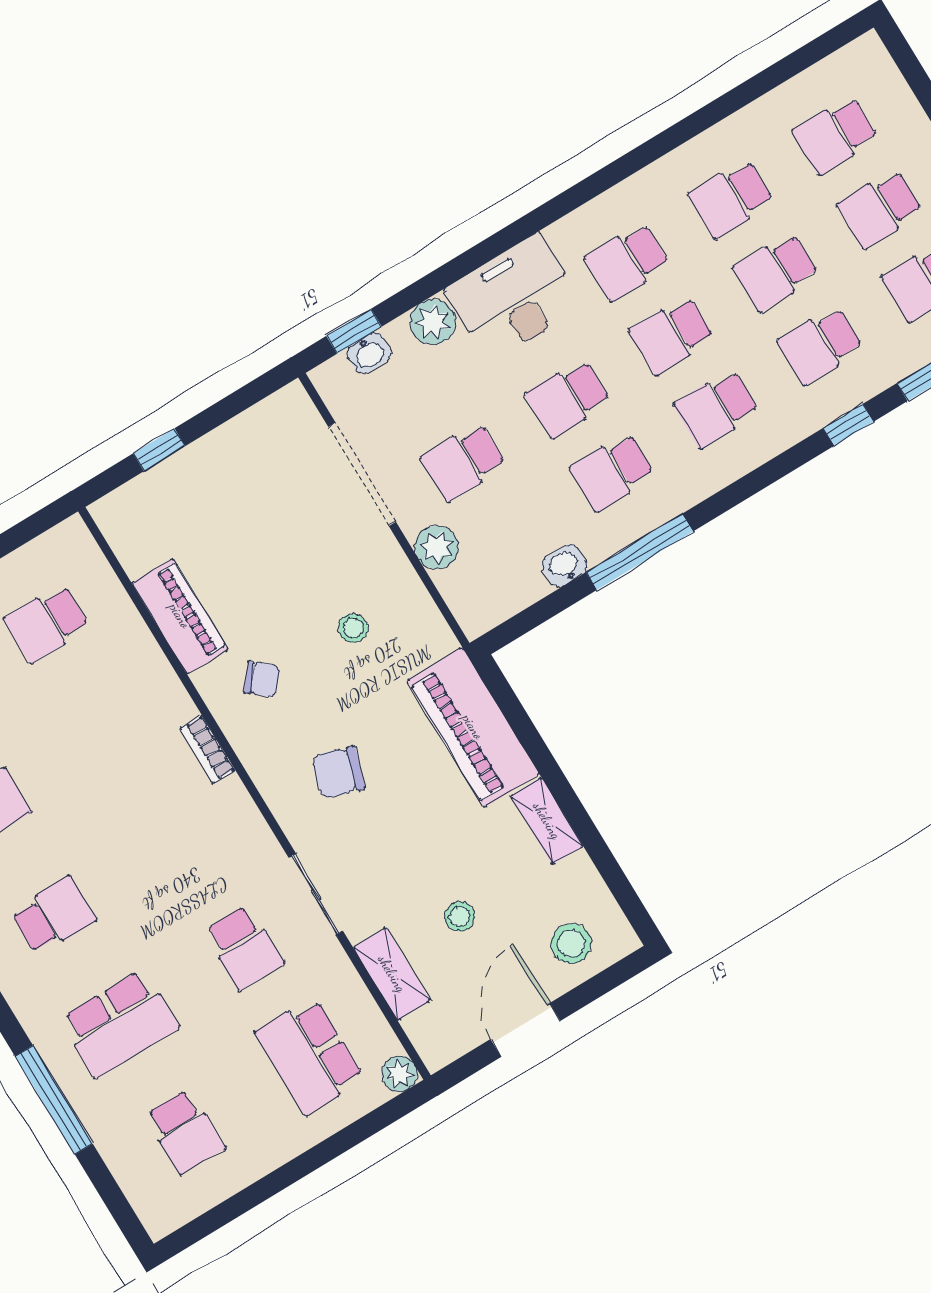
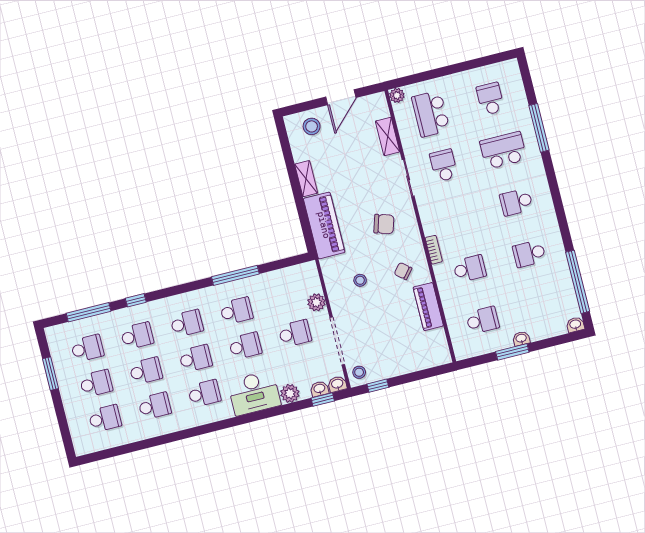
window: (159, 450) -> (378, 386), moved
washbasin: (565, 566) -> (337, 384), moved, turned 180
school desk: (113, 732) -> (470, 269), added
stool: (460, 916) -> (359, 372), moved
school desk: (310, 1056) -> (431, 114), turned 180

